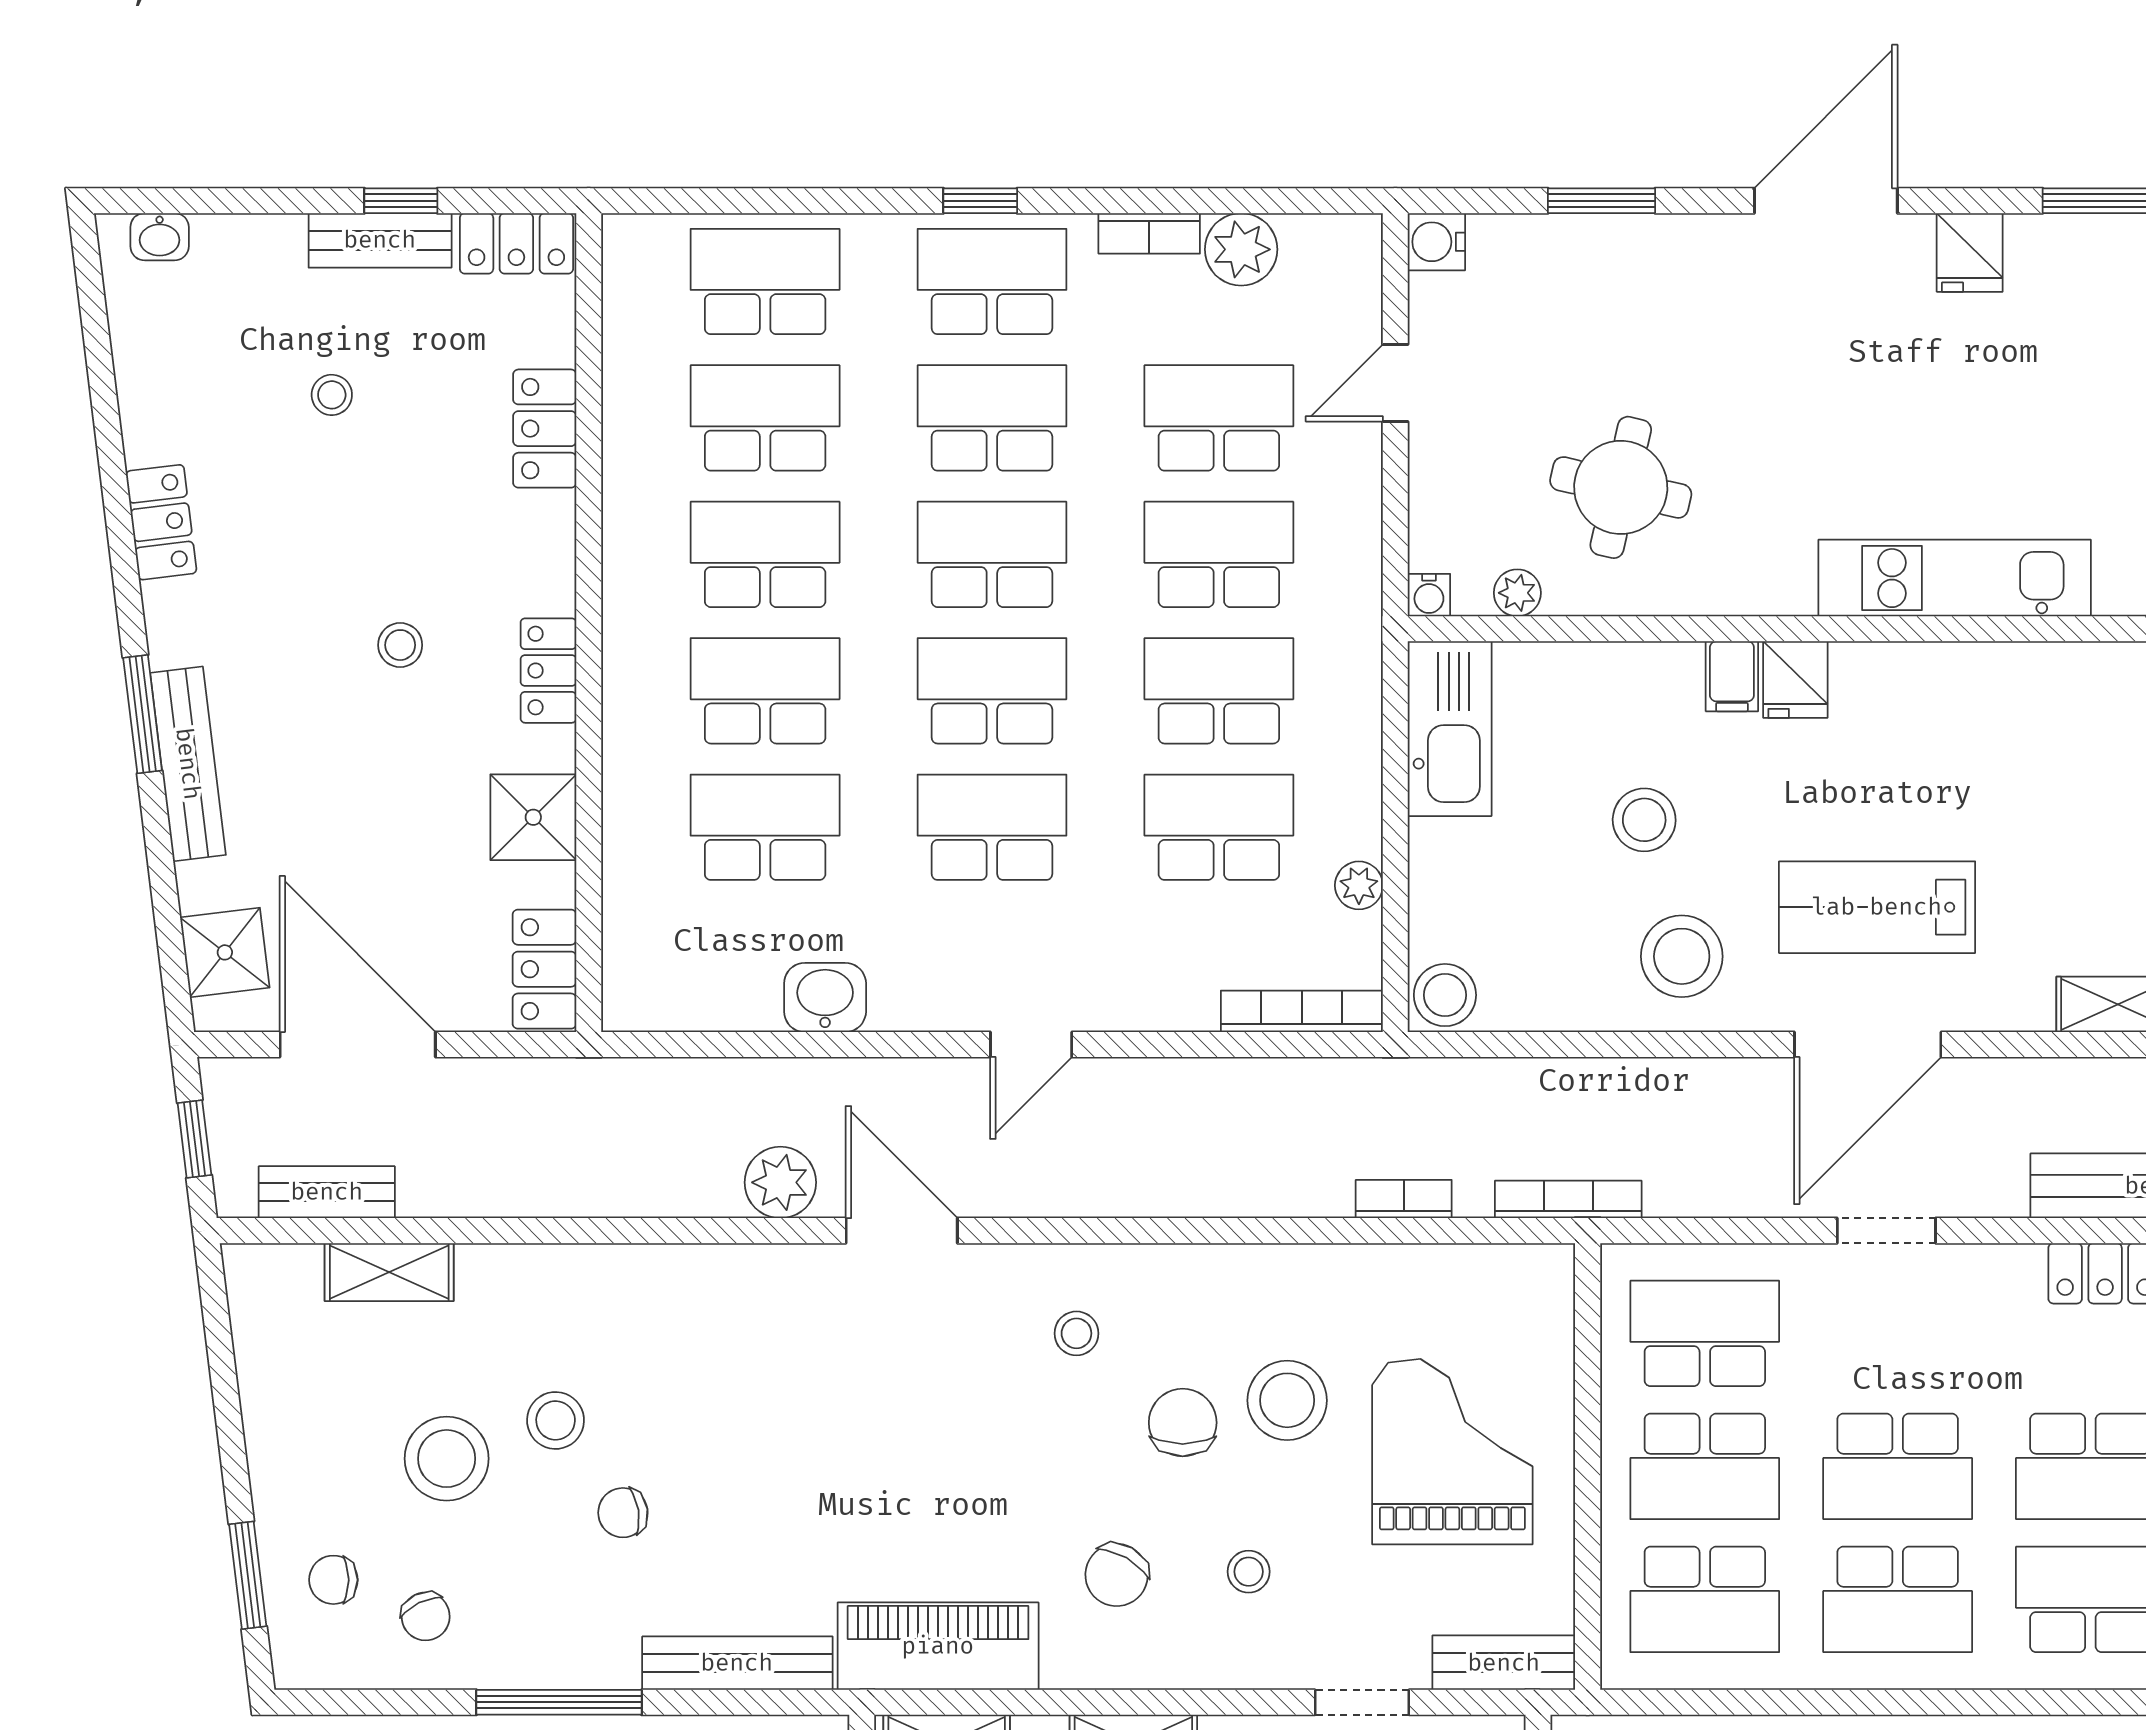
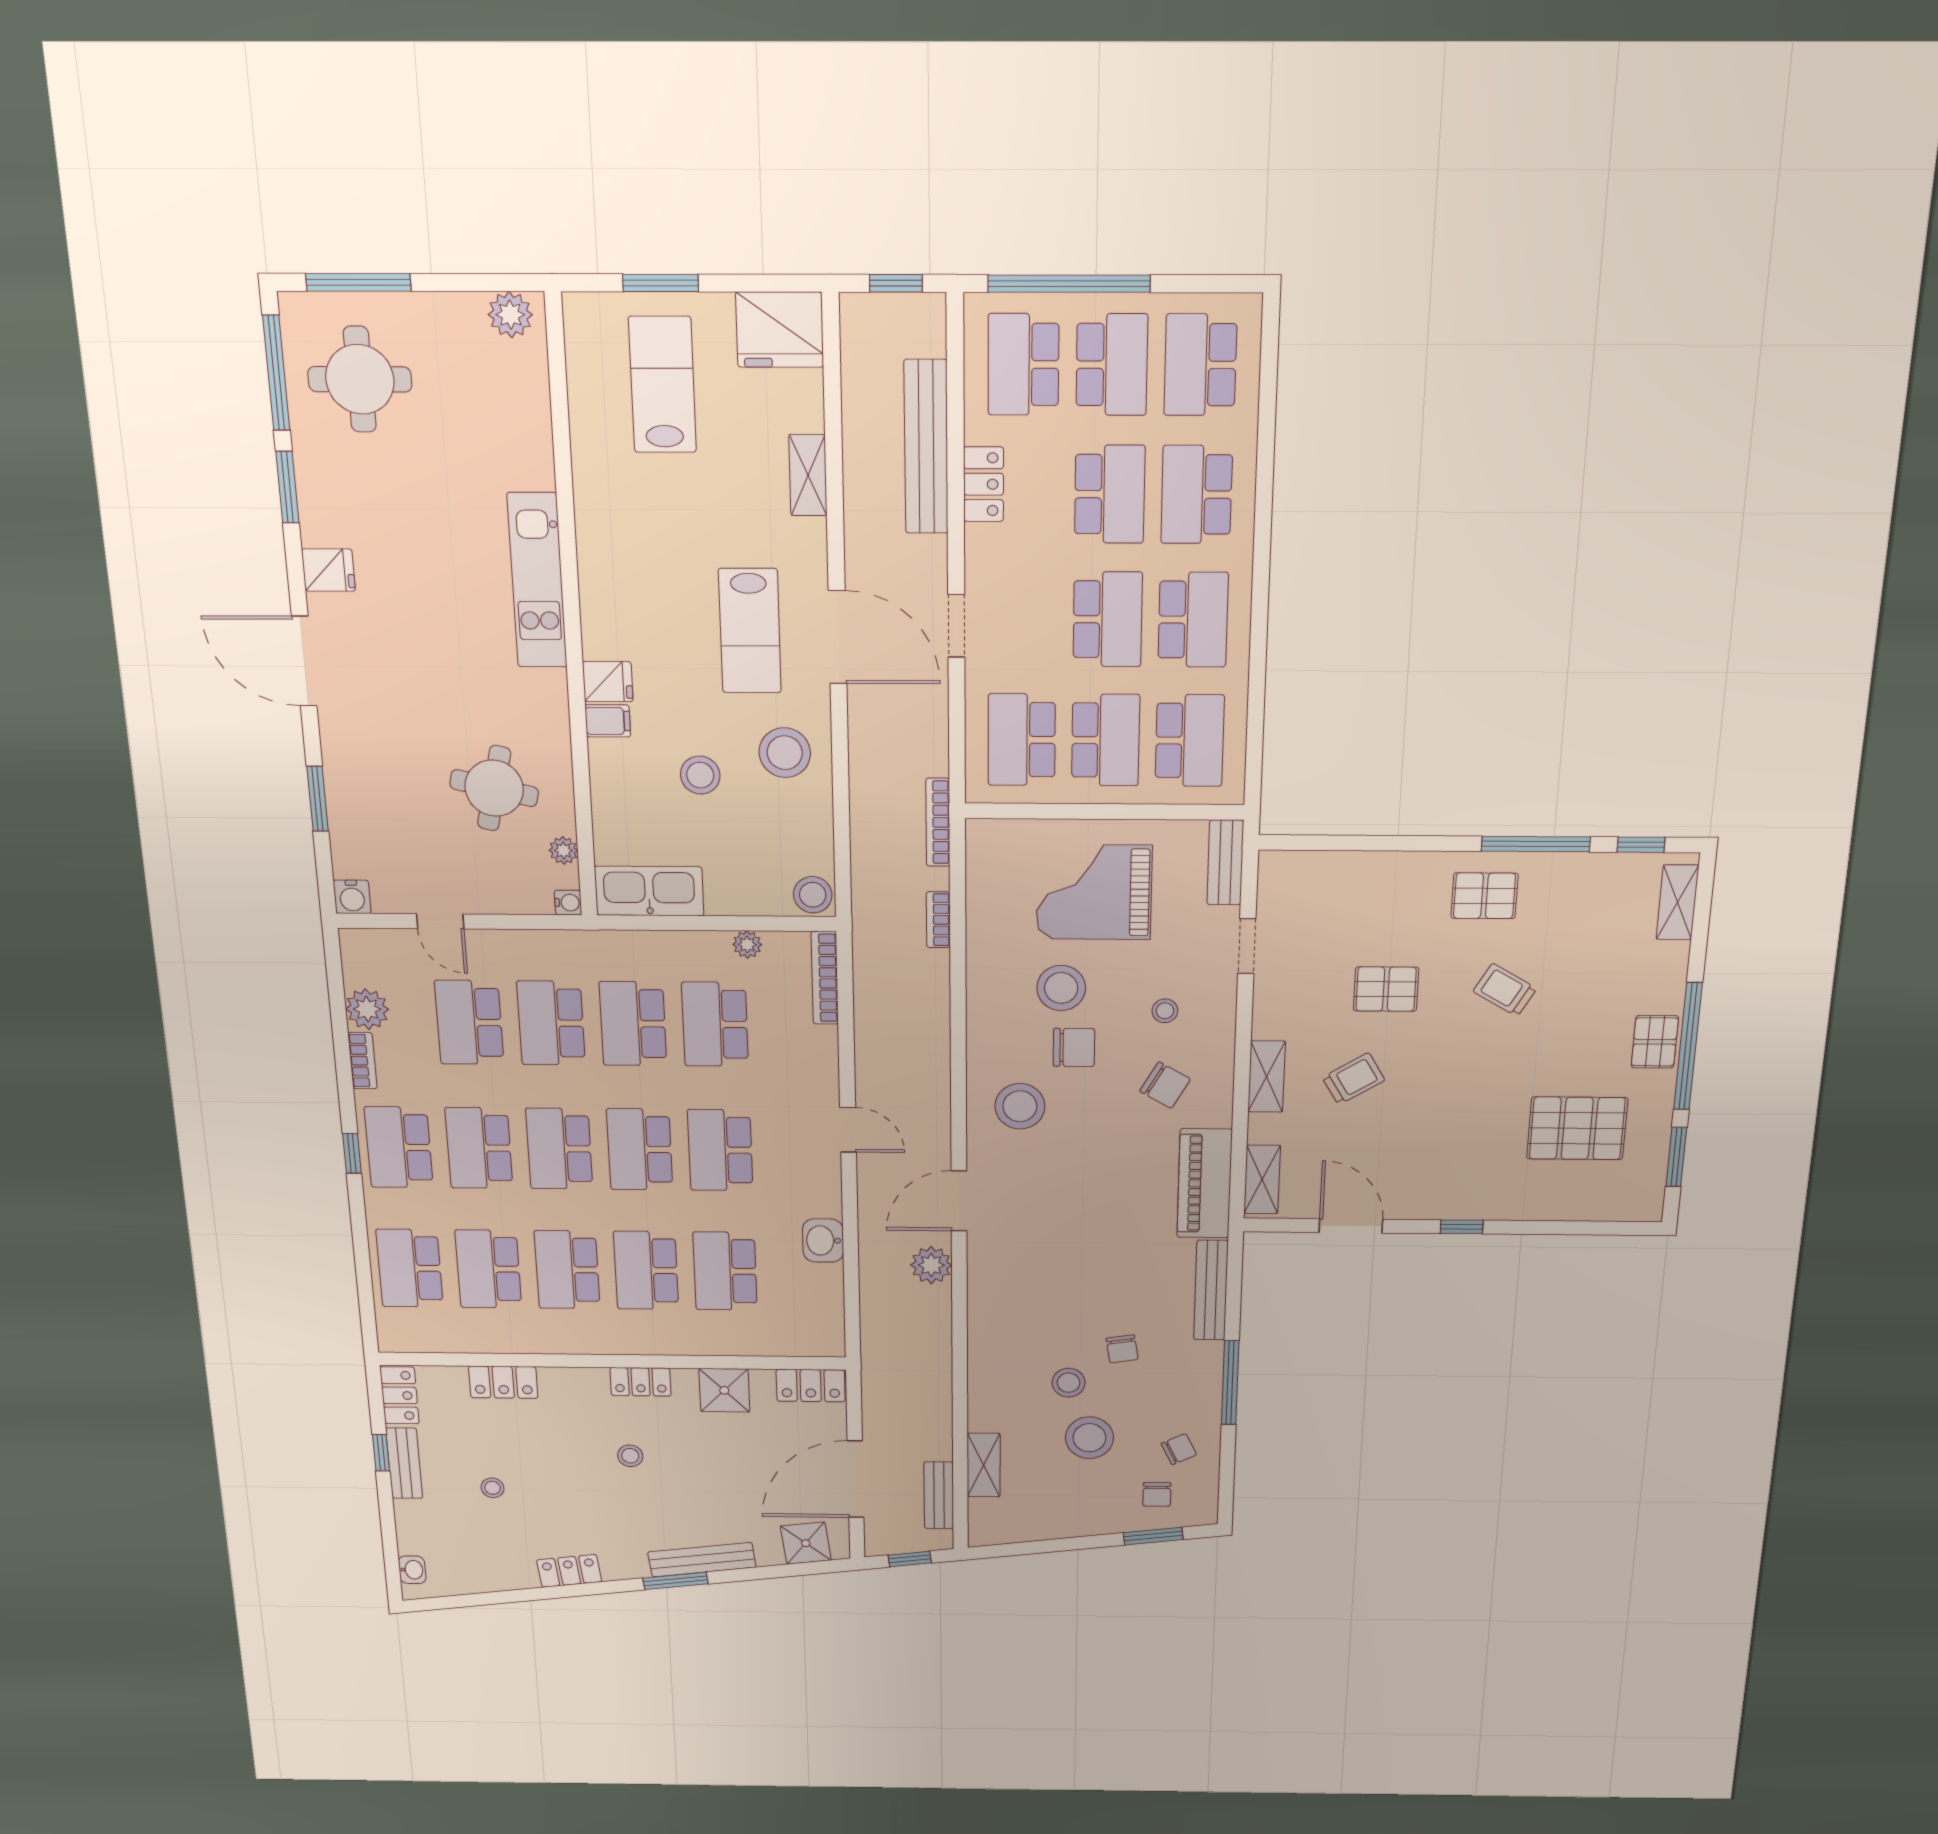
stool: (1076, 1333) -> (1020, 1106), width x1.89, depth x1.89
chair: (1183, 1423) -> (1074, 1047), turned 180

